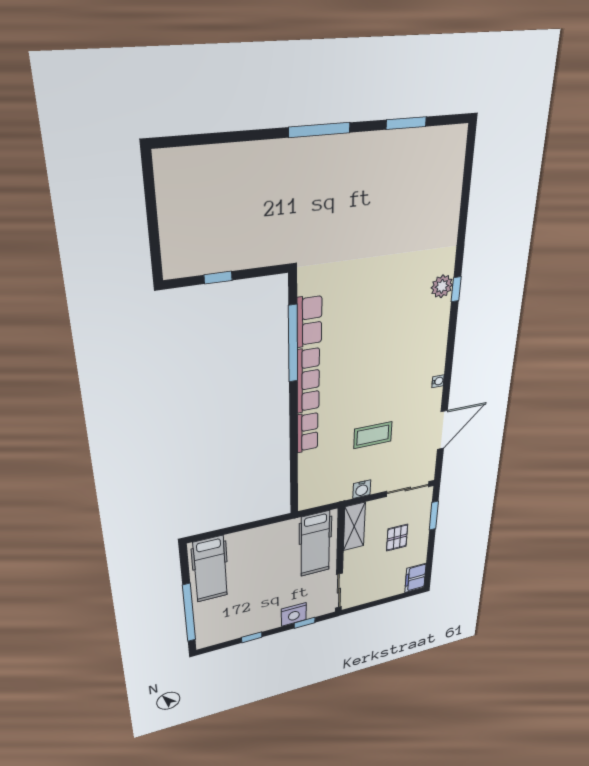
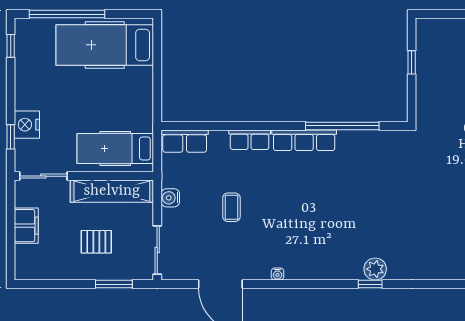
row of seats: (309, 321) -> (185, 141), moved
coffee table: (373, 435) -> (231, 207), width x0.73, depth x0.77
shelving: (354, 527) -> (112, 191), width x1.47
hospital bed: (210, 569) -> (105, 45), width x1.37, depth x1.29
filing cabinet: (415, 578) -> (26, 226), moved, turned 90
window: (252, 637) -> (11, 46), moved

